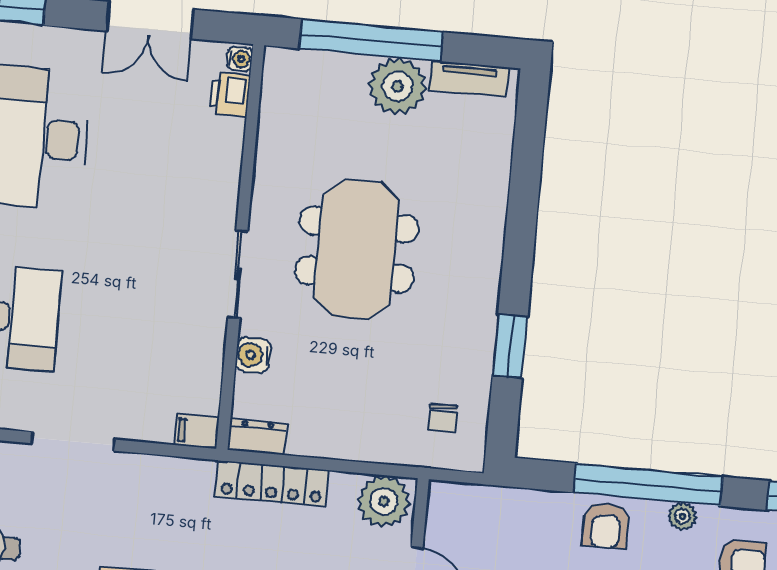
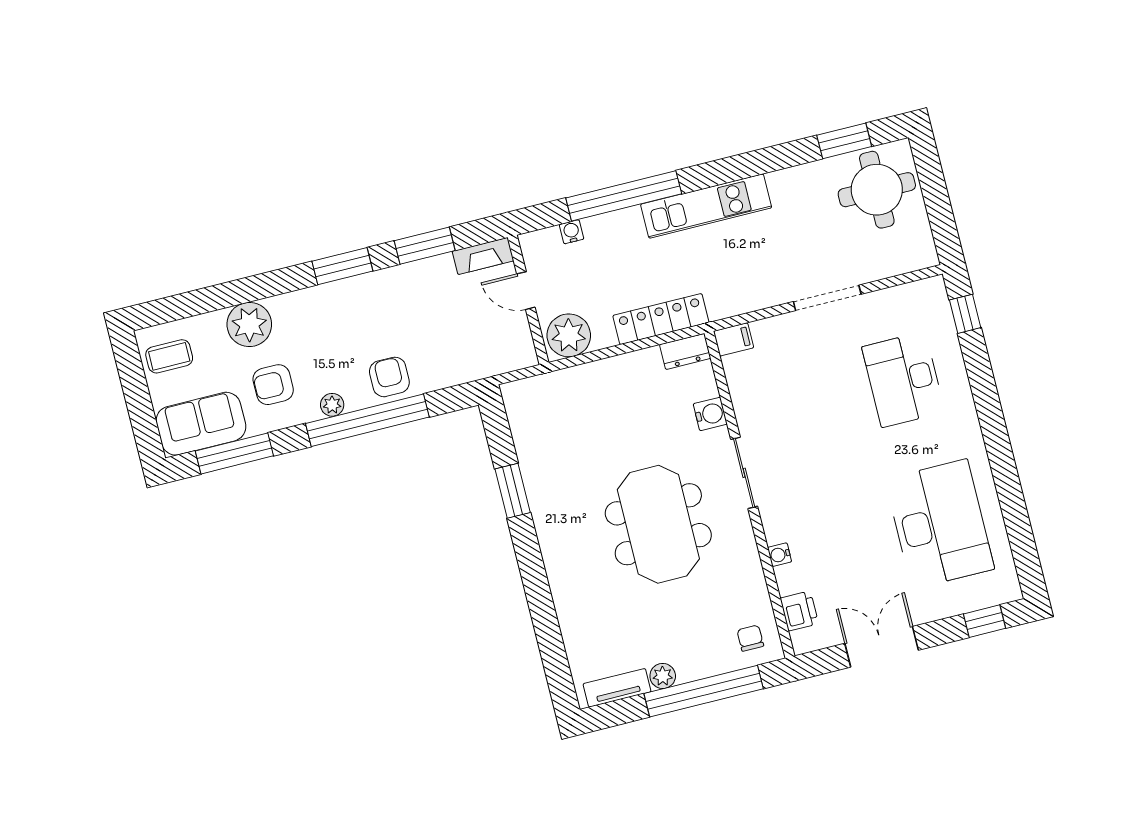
water cooler: (240, 59) -> (779, 555), moved
plant: (397, 86) -> (663, 676), width x0.53, depth x0.53
chair: (443, 418) -> (750, 638), moved

